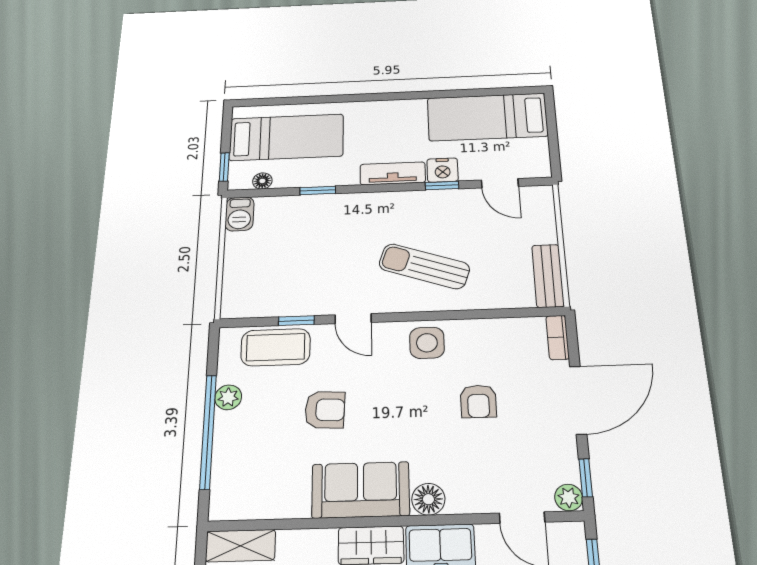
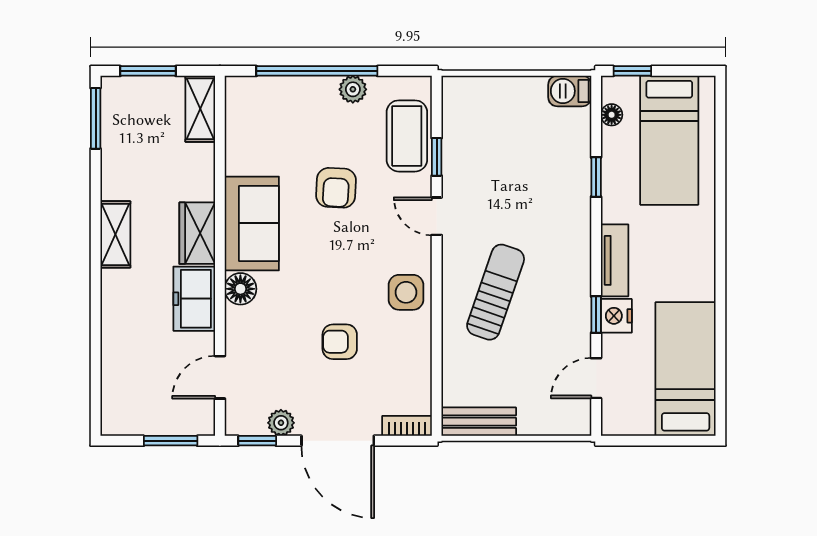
door: (353, 319) -> (437, 216), hinge flipped
plant: (569, 498) -> (281, 423), moved

